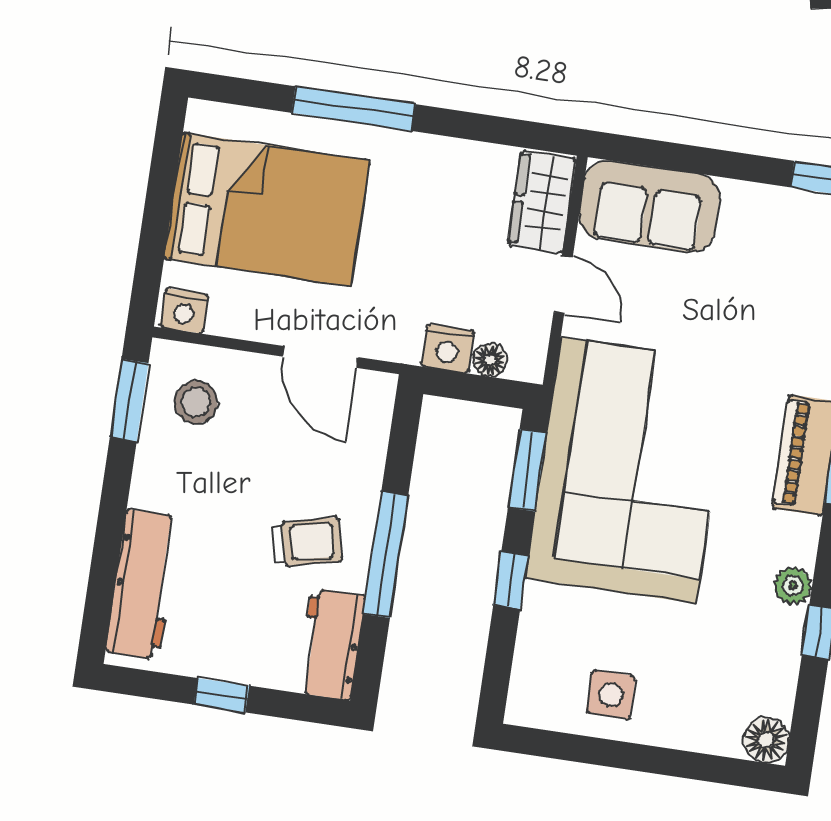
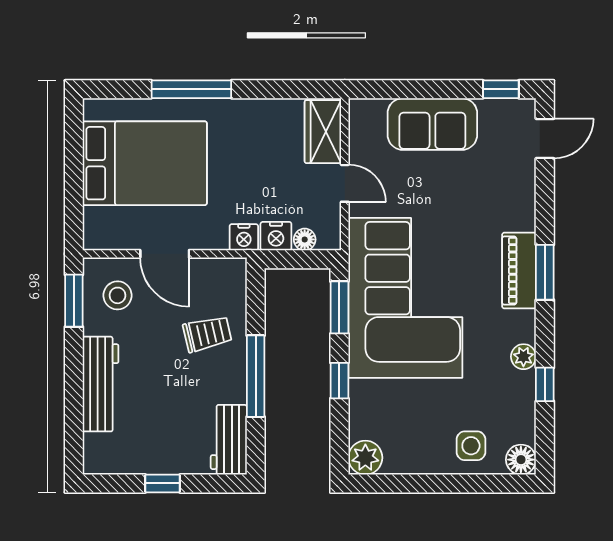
sofa: (649, 206) -> (432, 124), moved
nightstand: (184, 311) -> (244, 237), moved
door: (321, 357) -> (165, 254), moved
trolley: (307, 542) -> (207, 334), moved
workbench: (143, 584) -> (101, 384), moved
side table: (611, 695) -> (471, 446), moved
plant: (532, 702) -> (365, 458), added

